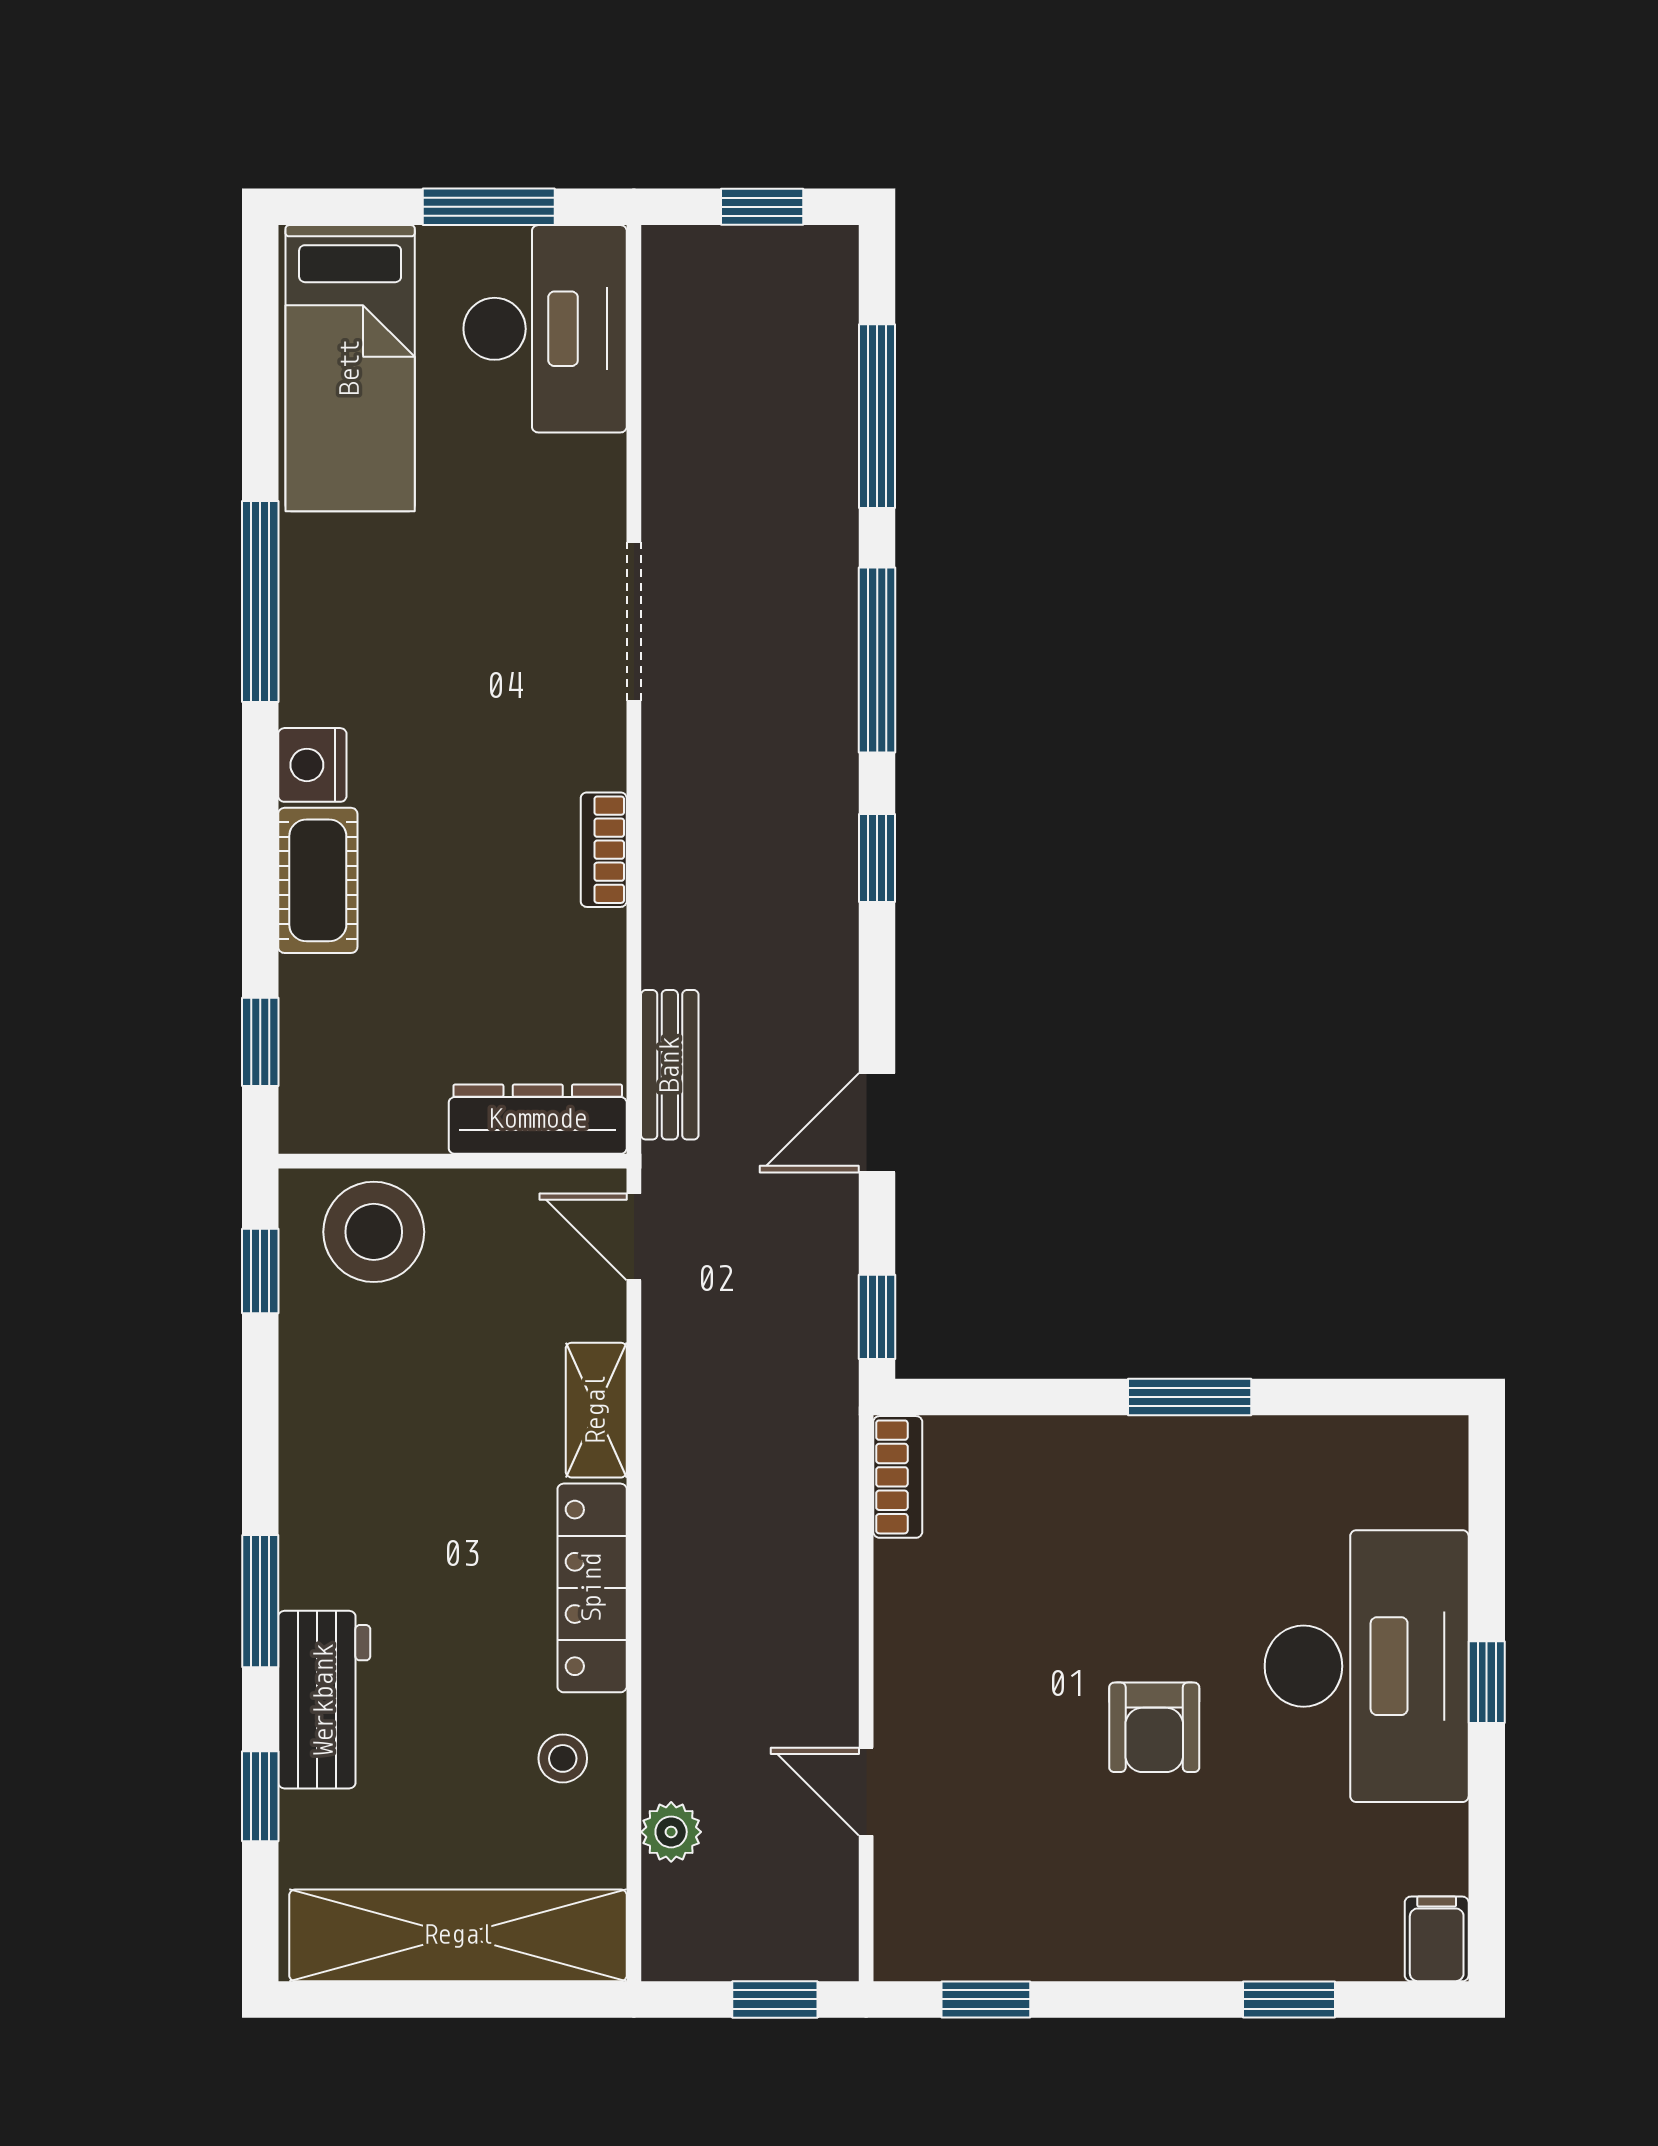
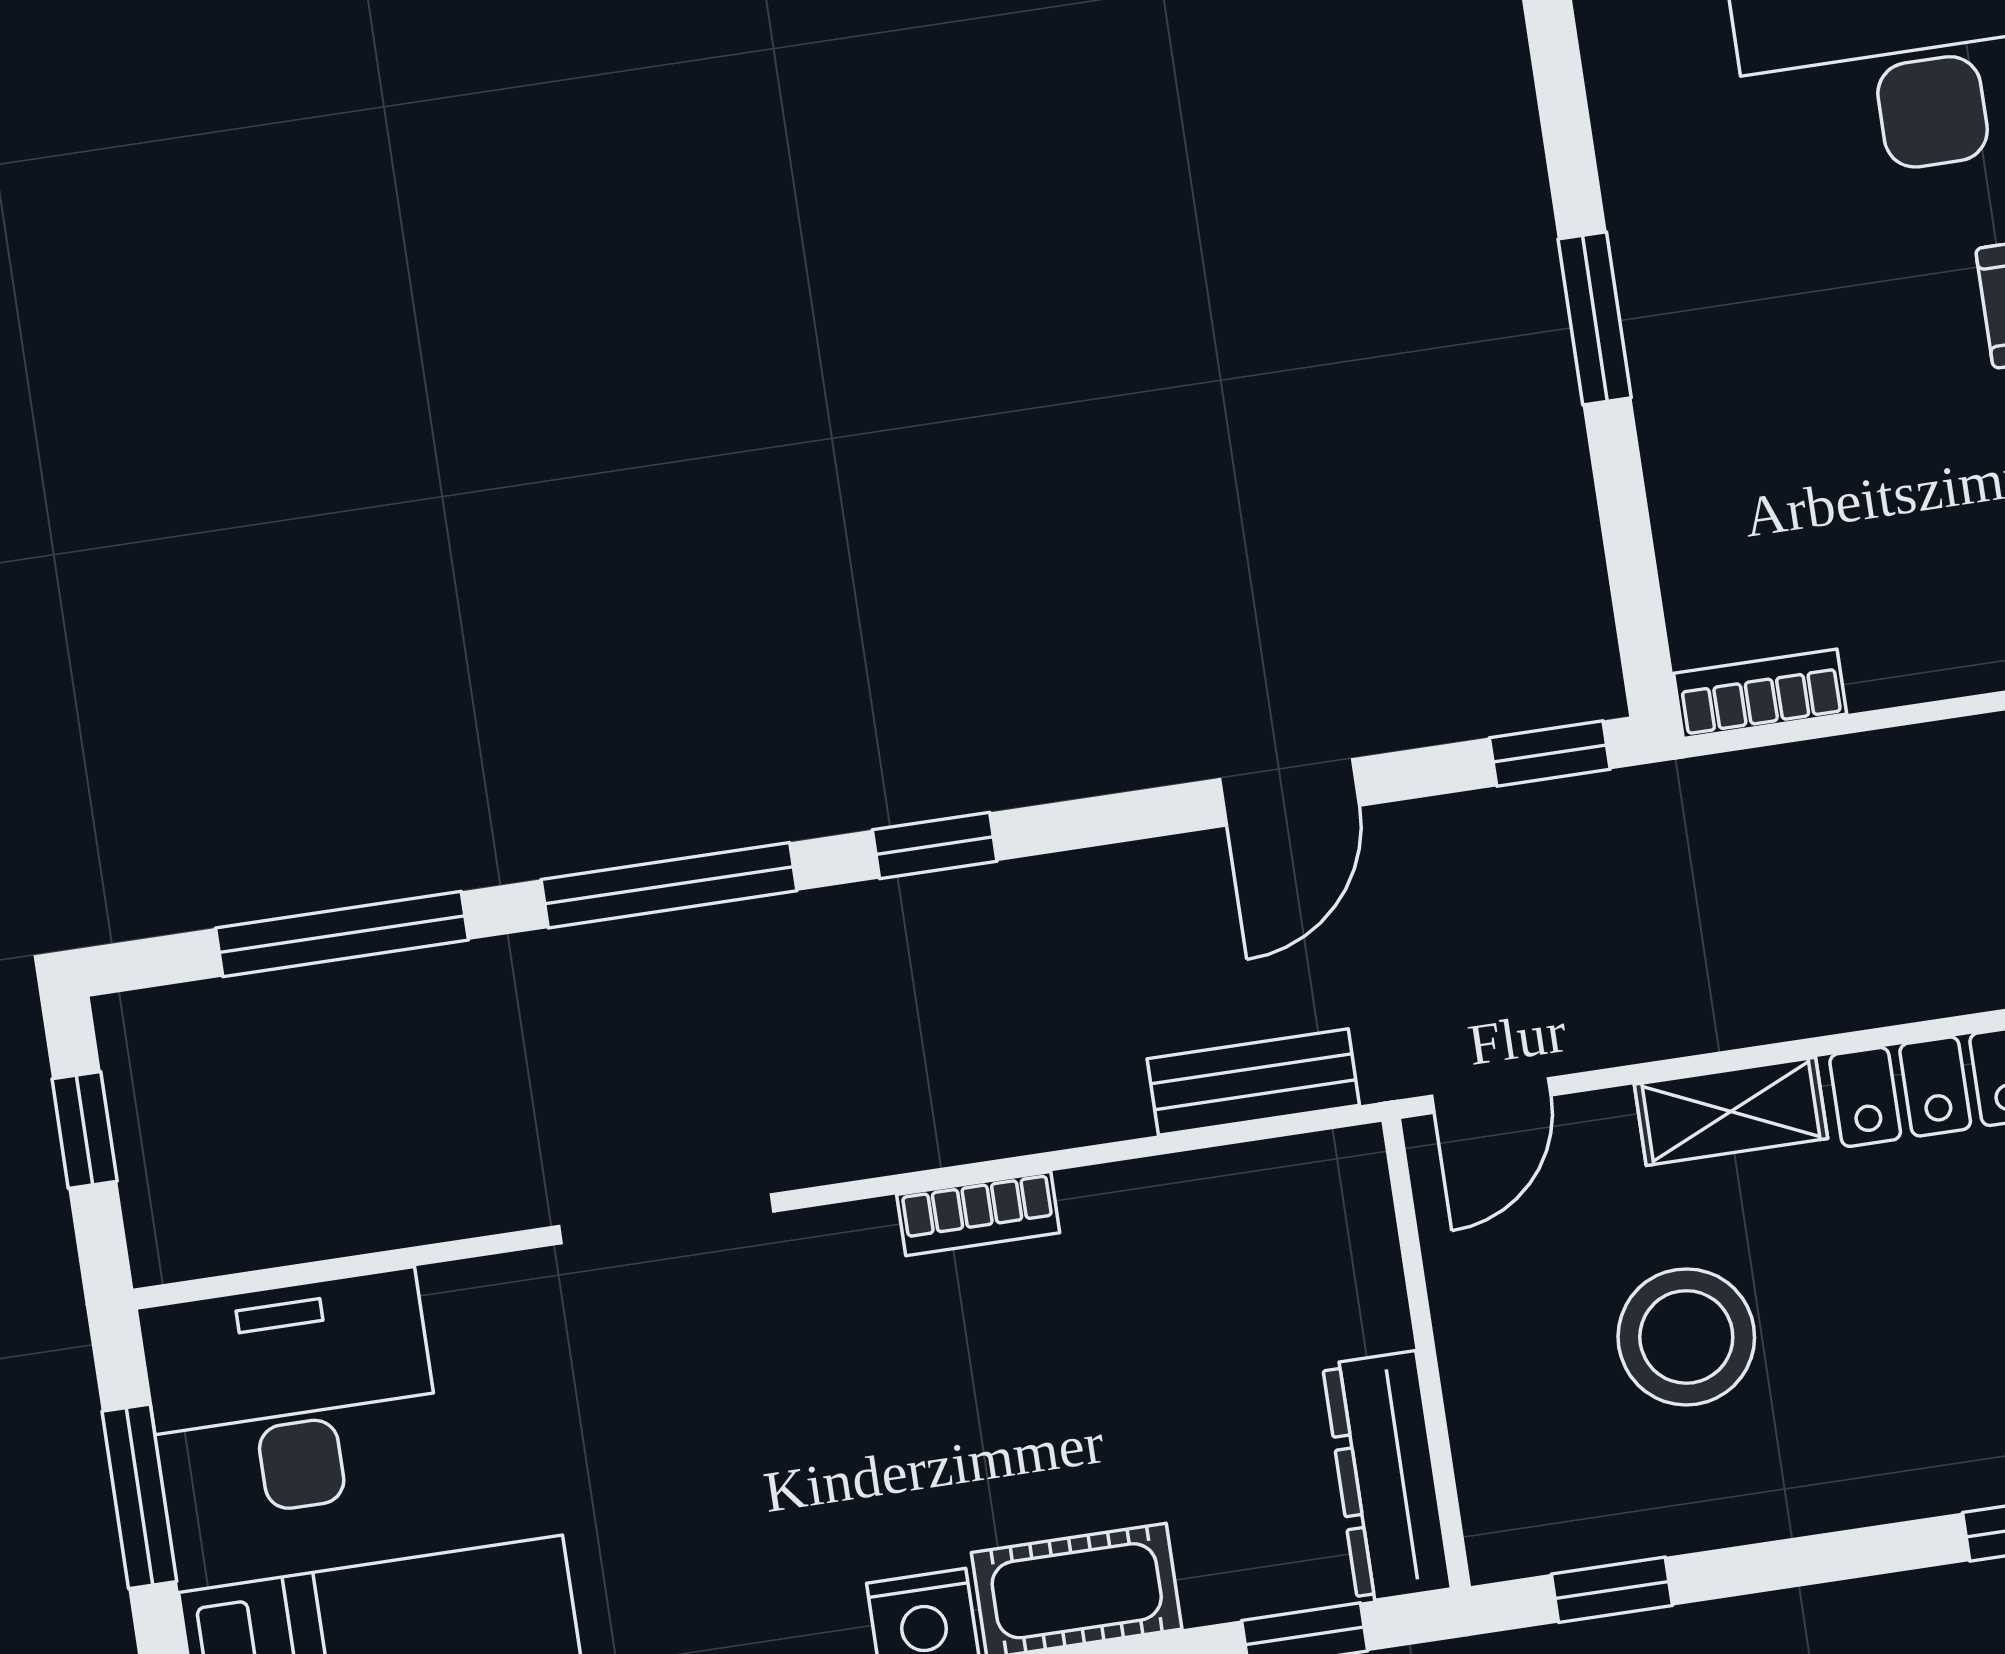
dresser: (538, 1119) -> (1387, 1477), moved
door: (877, 1123) -> (1290, 792), hinge flipped
stool: (374, 1232) -> (1686, 1337), moved

